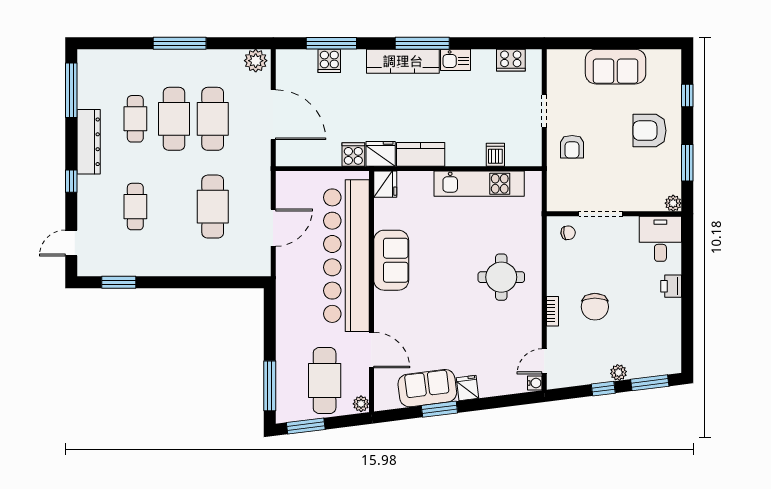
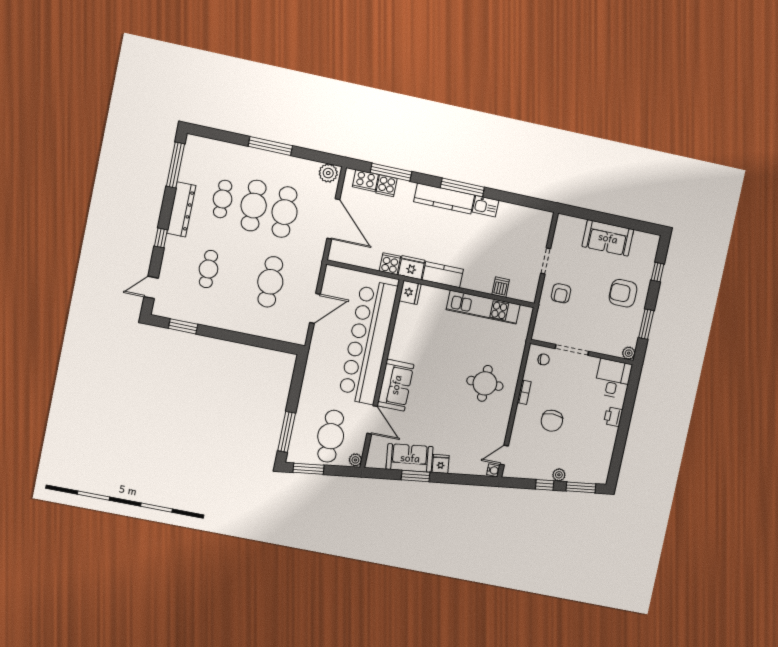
cooker: (511, 60) -> (365, 181), moved
sofa: (391, 260) -> (396, 385), moved
bookcase: (553, 311) -> (524, 392), moved

